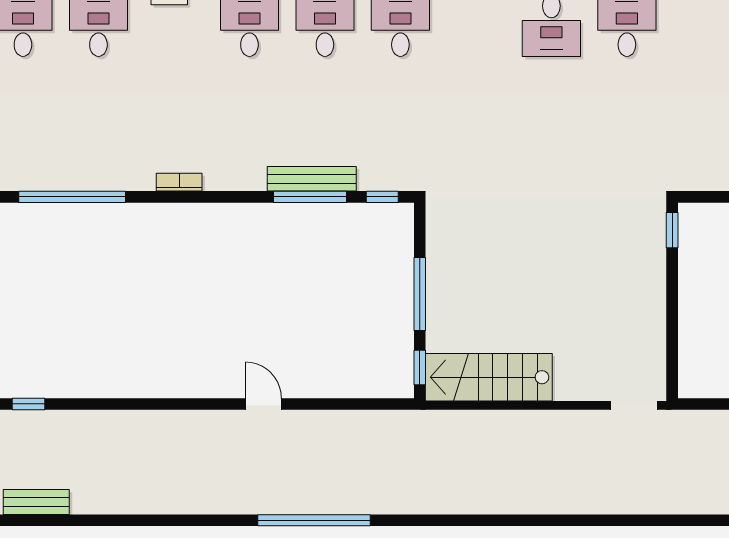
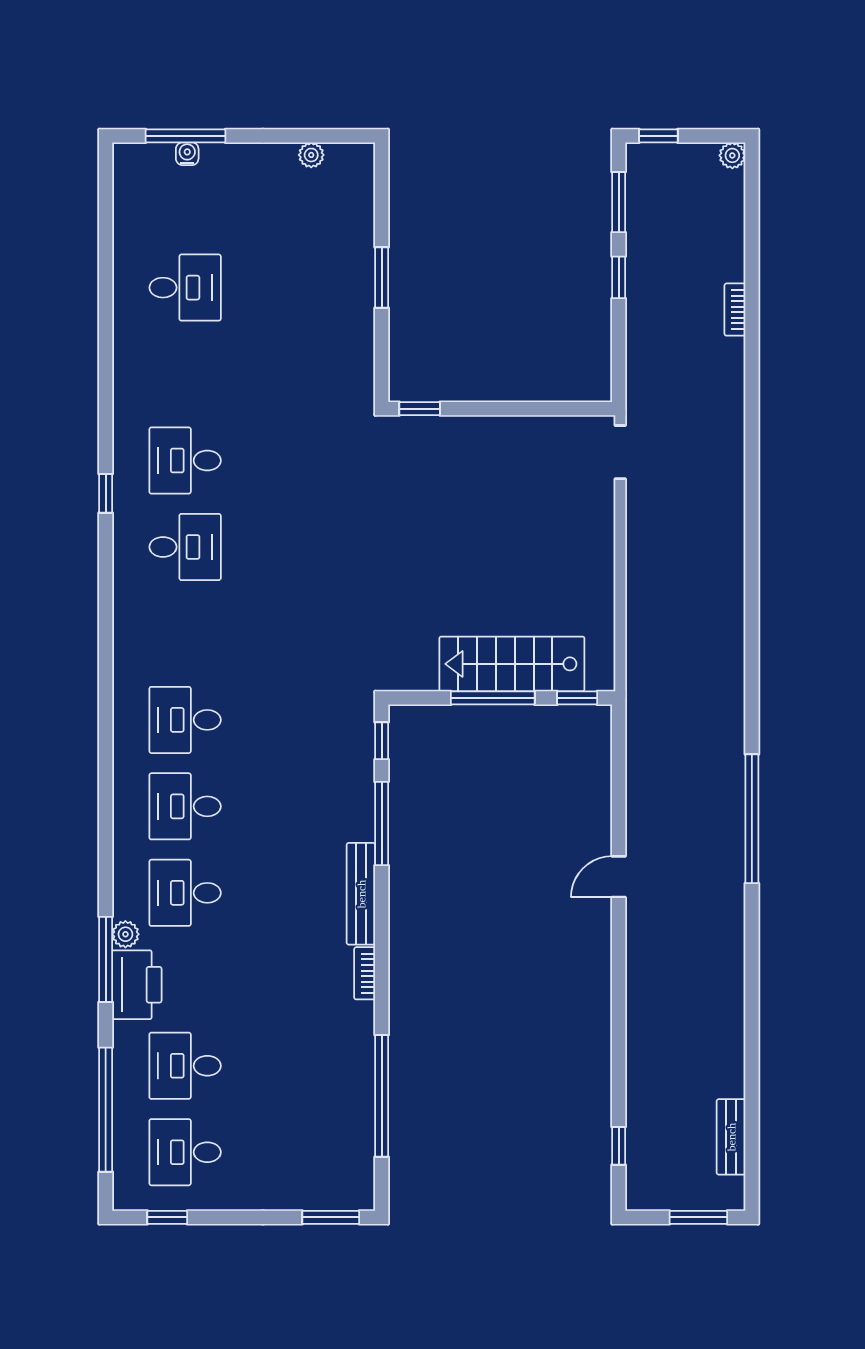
bench: (312, 179) -> (361, 894), moved
stairs: (489, 377) -> (512, 664), moved, turned 90

